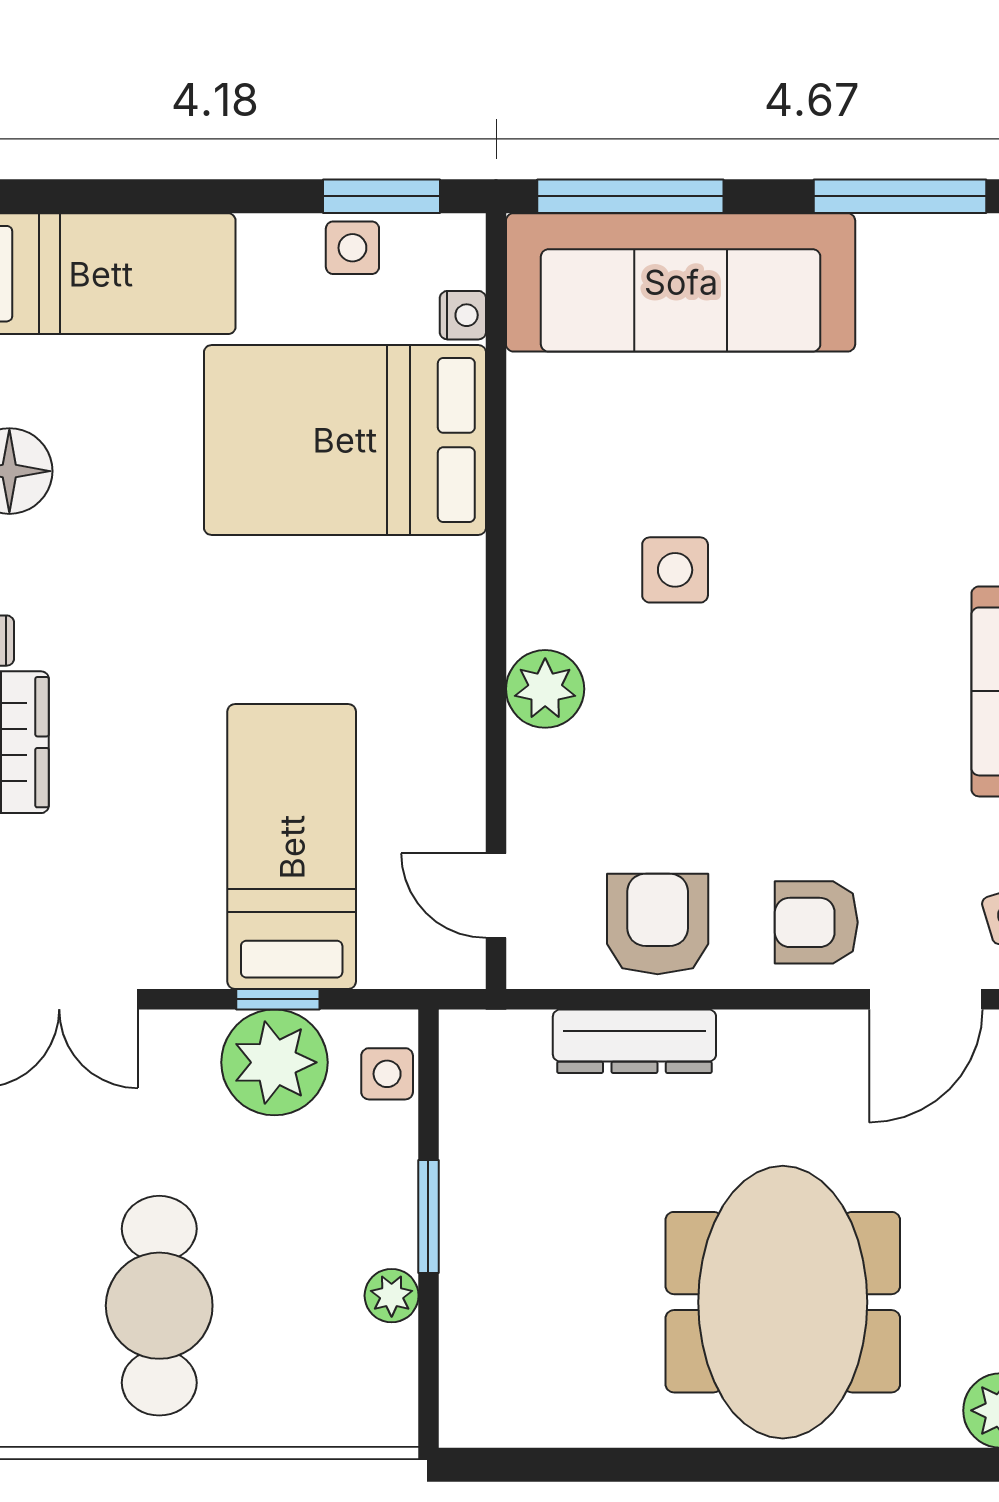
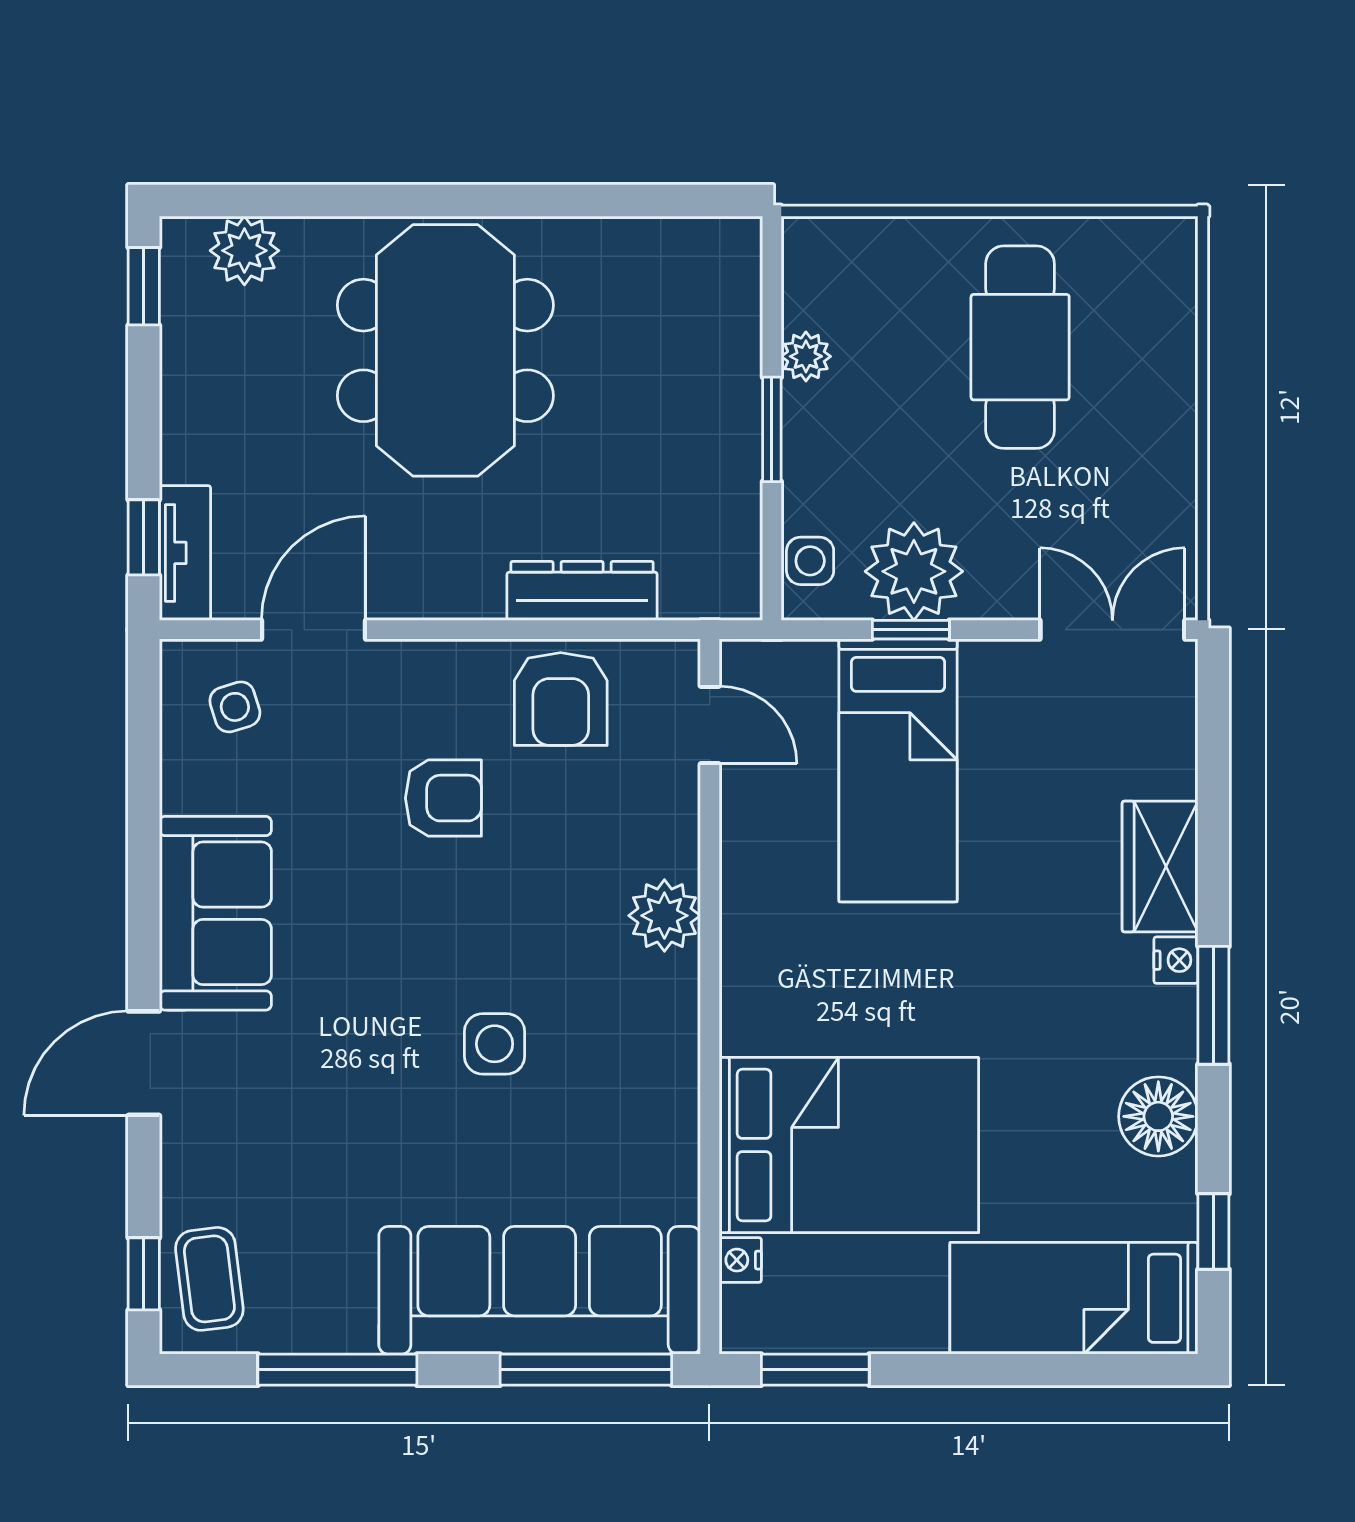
side table: (352, 248) -> (842, 1322), removed
side table: (675, 570) -> (495, 1044), moved
armchair: (816, 922) -> (443, 798), moved

